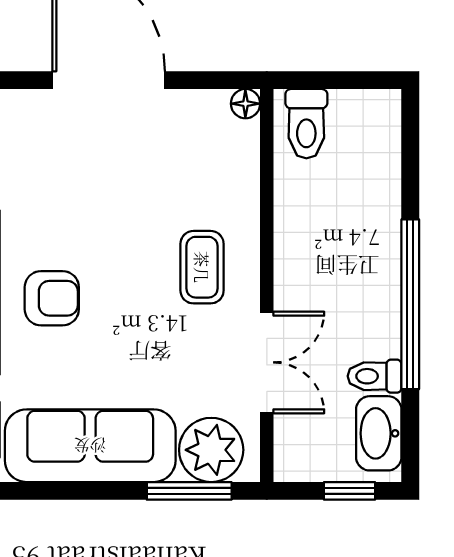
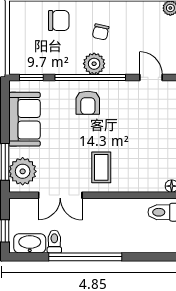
coffee table: (202, 267) -> (101, 167), turned 90
sofa: (90, 446) -> (24, 119), width x0.73

